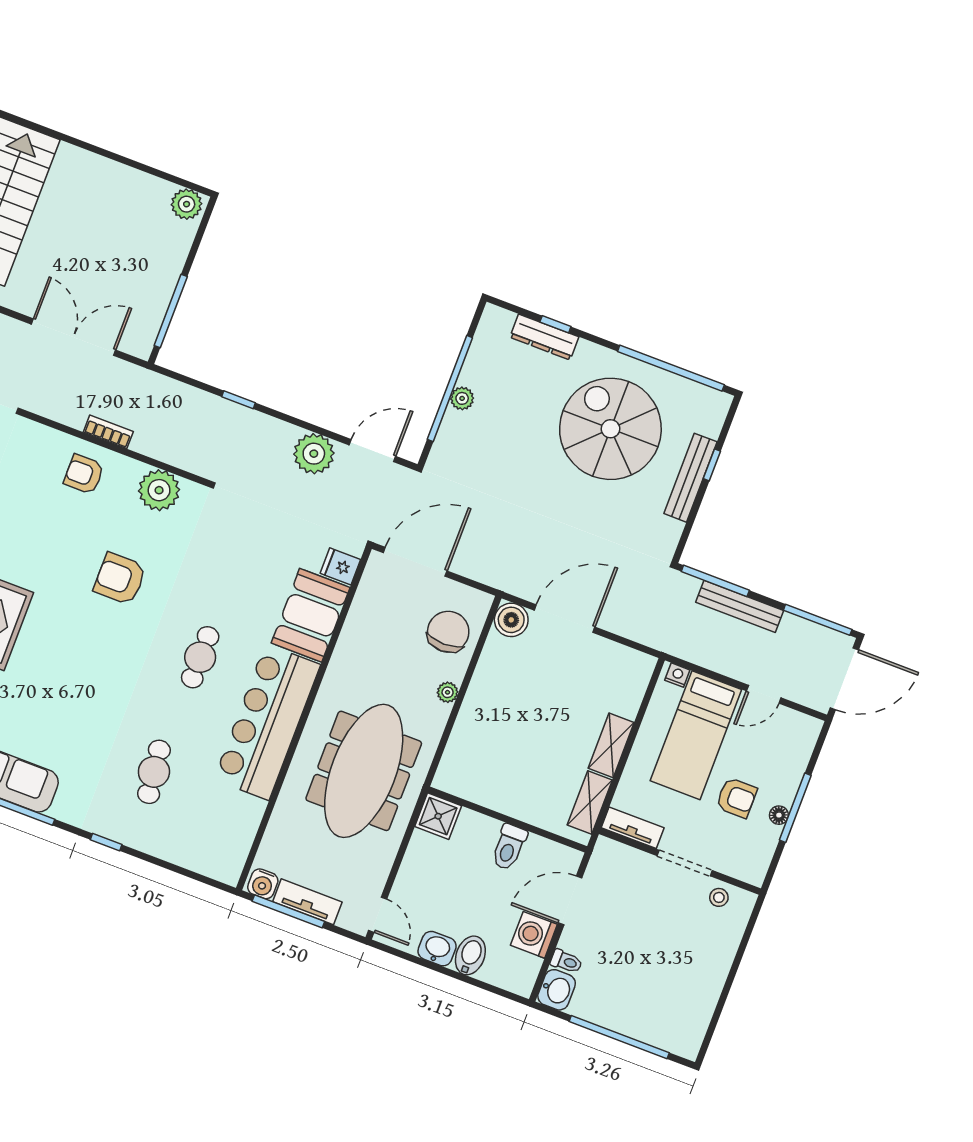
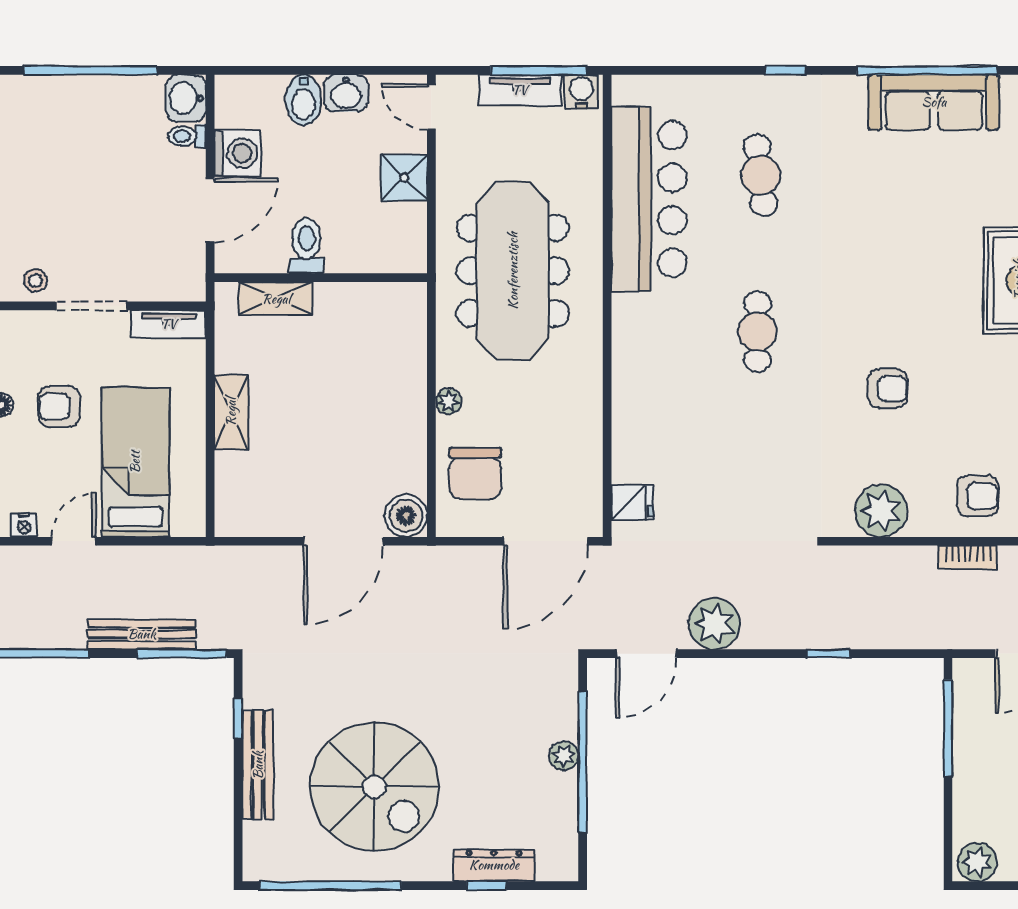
window: (712, 465) -> (238, 718), moved
armchair: (120, 579) -> (888, 389), width x0.72, depth x0.72
booth: (311, 615) -> (645, 431), removed
nightstand: (677, 675) -> (24, 525), moved
bar counter: (267, 722) -> (649, 199), moved
shelving: (590, 802) -> (276, 299), moved, turned 90
shower: (438, 816) -> (404, 178), moved

